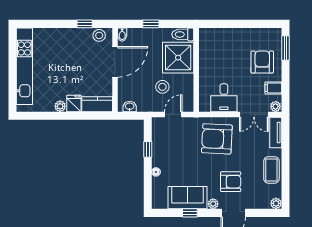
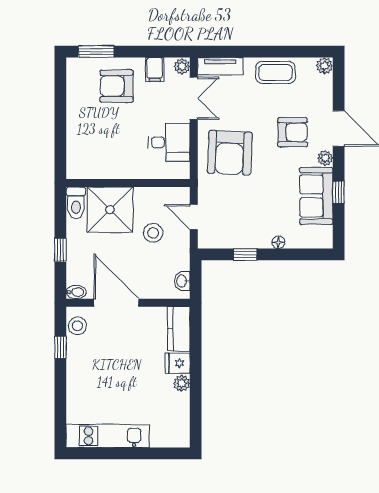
kitchen unit: (24, 66) -> (108, 436), width x0.73
armchair: (231, 182) -> (293, 132), turned 90

